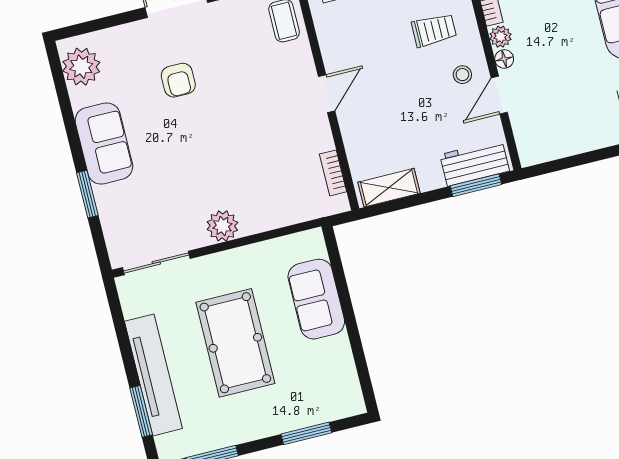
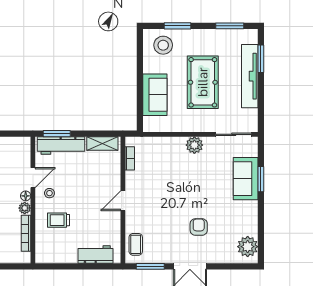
sofa: (104, 144) -> (246, 179), moved
workbench: (475, 163) -> (61, 145), width x1.38
stool: (323, 392) -> (163, 45), added

